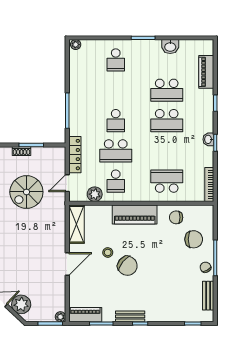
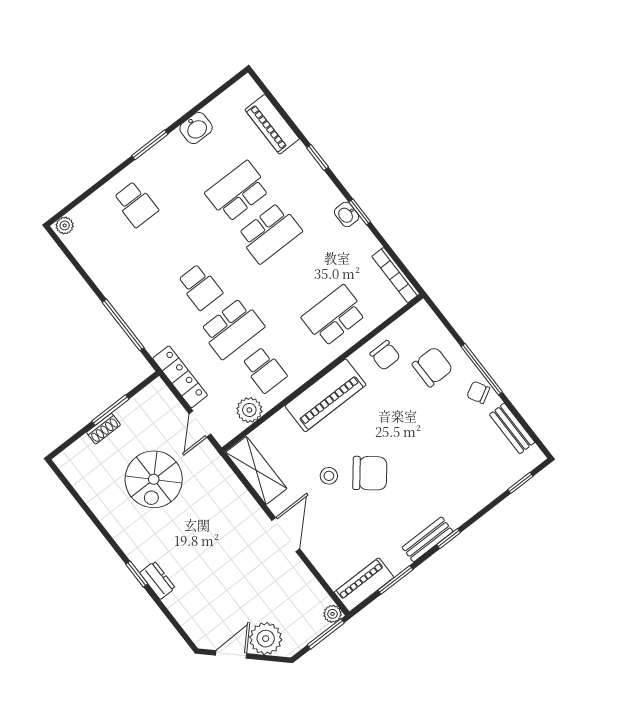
school desk: (167, 90) -> (238, 191), turned 180
chair: (176, 217) -> (385, 355), turned -90

